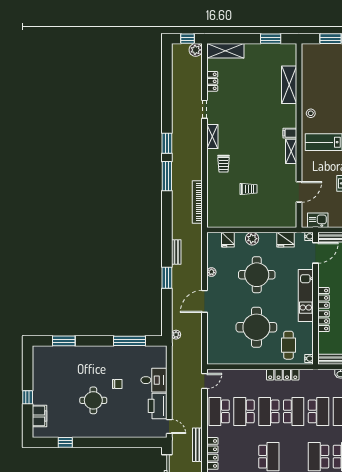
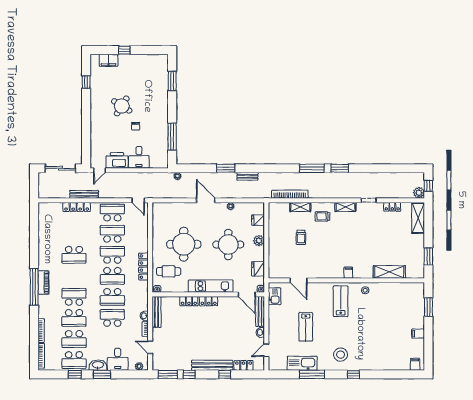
shelving: (291, 151) -> (300, 207), moved
round table: (93, 400) -> (122, 106), turned 32

